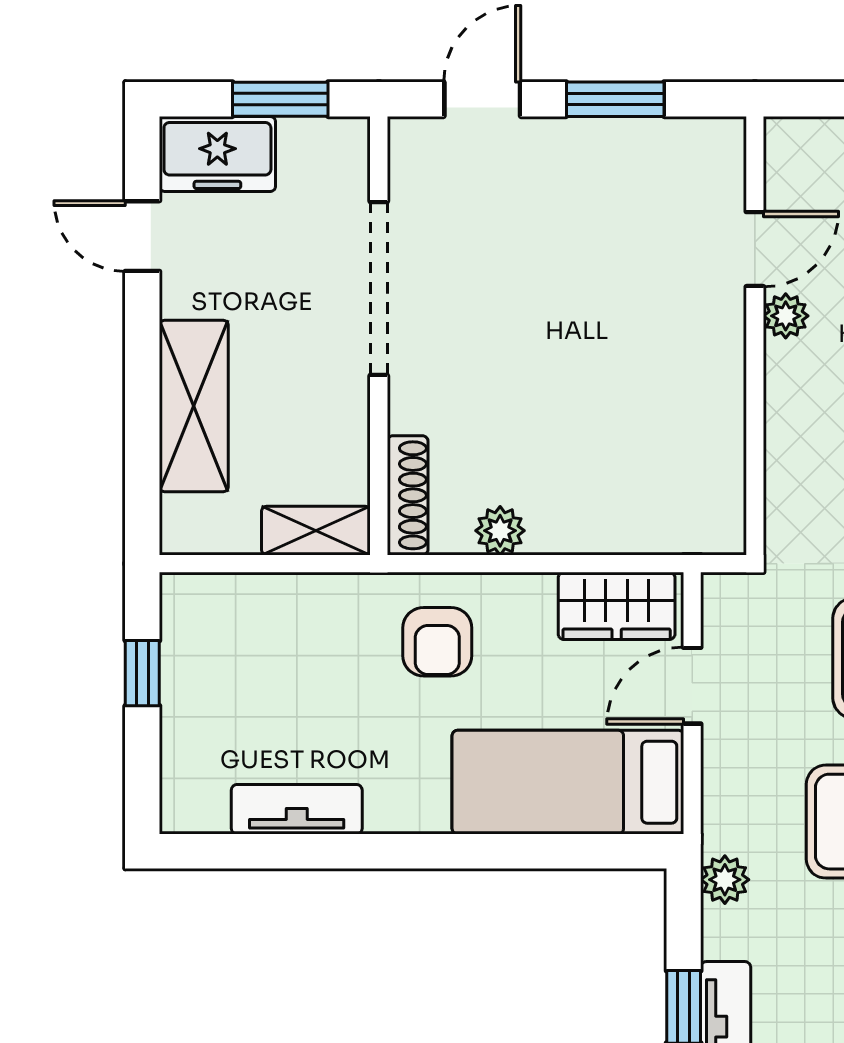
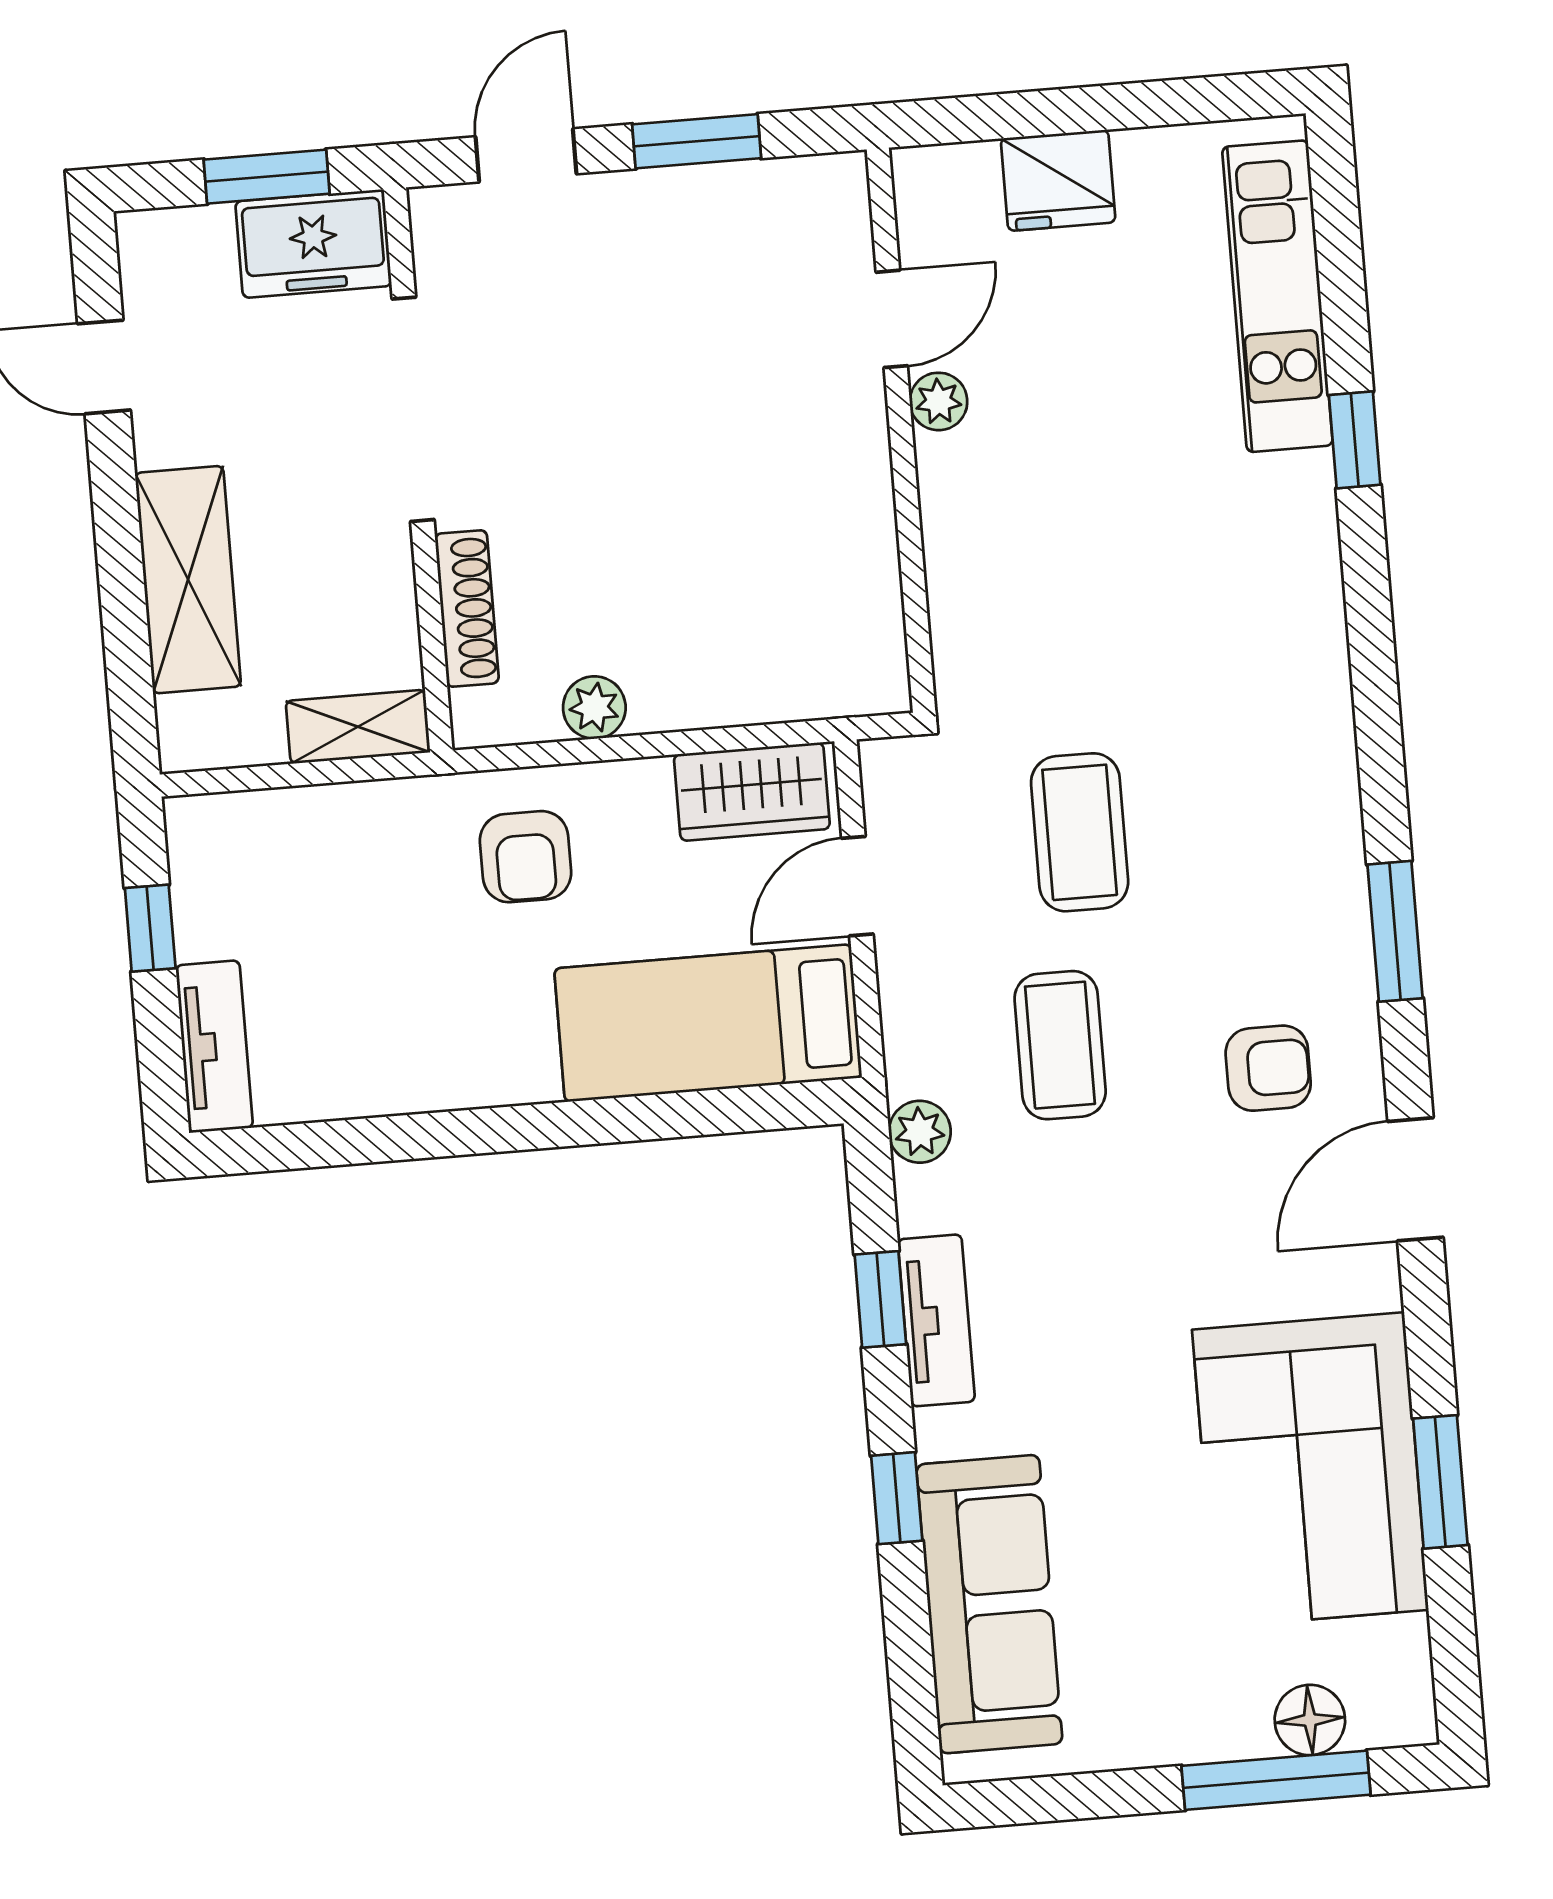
freezer: (217, 154) -> (313, 244), moved
shoe rack: (408, 495) -> (467, 608), moved
tv unit: (297, 809) -> (214, 1047), moved, turned 90

